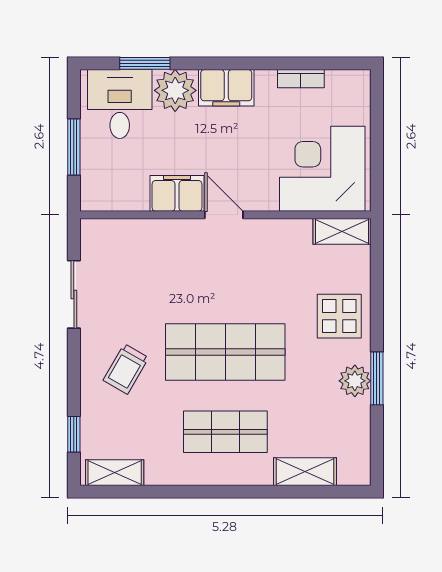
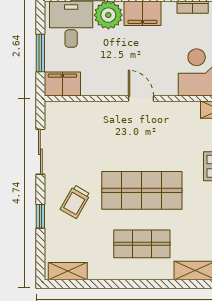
filing cabinet: (177, 193) -> (62, 84), moved
window: (74, 434) -> (40, 216), moved

